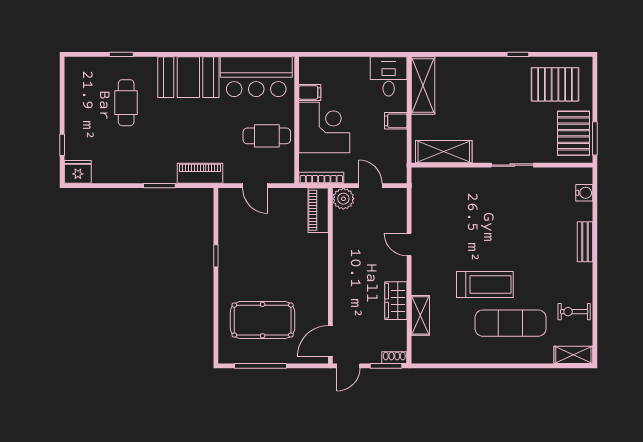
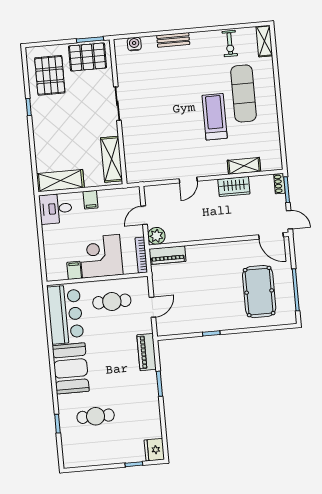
cafe table: (267, 136) -> (112, 302), turned 90

